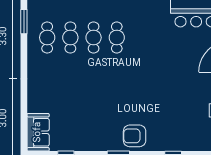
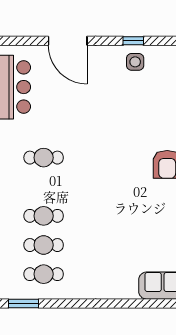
cafe table: (117, 38) -> (44, 158), moved

